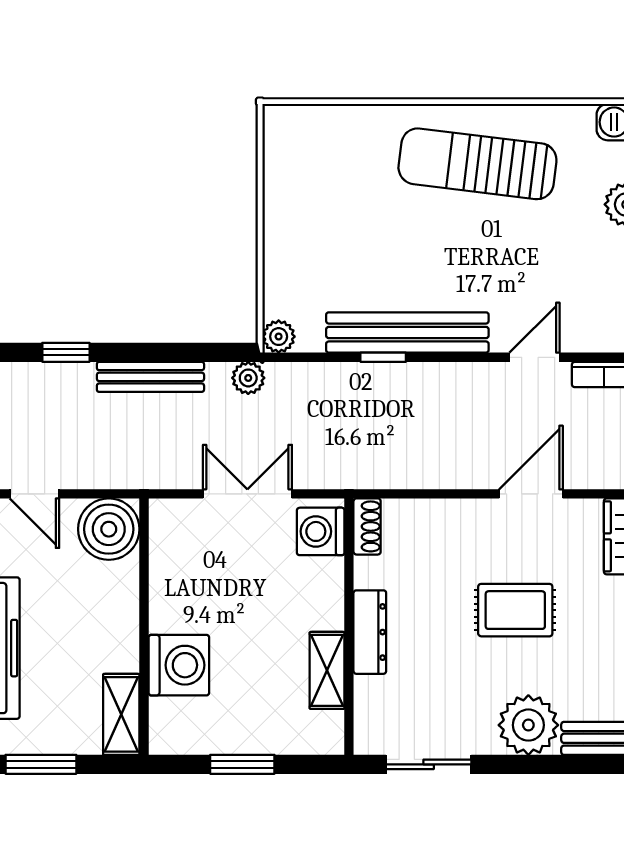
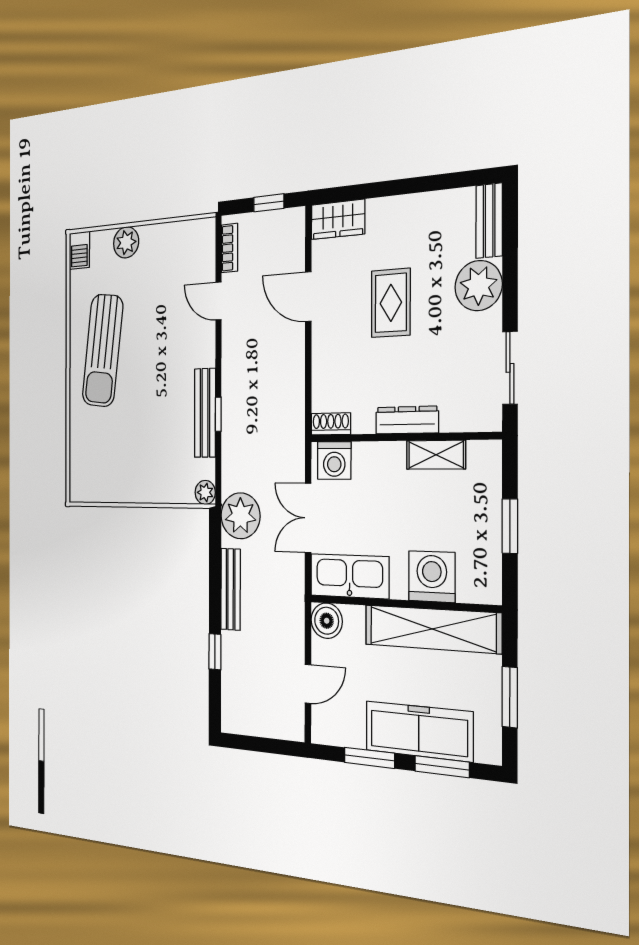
bench: (407, 332) -> (205, 413), width x0.73, depth x0.82
plant: (248, 378) -> (240, 516), width x1.88, depth x1.88
boiler: (109, 529) -> (327, 621), width x0.73, depth x0.73
kitchen sink: (175, 553) -> (350, 576), added
shelving: (121, 714) -> (432, 629), width x2.20, depth x1.33

